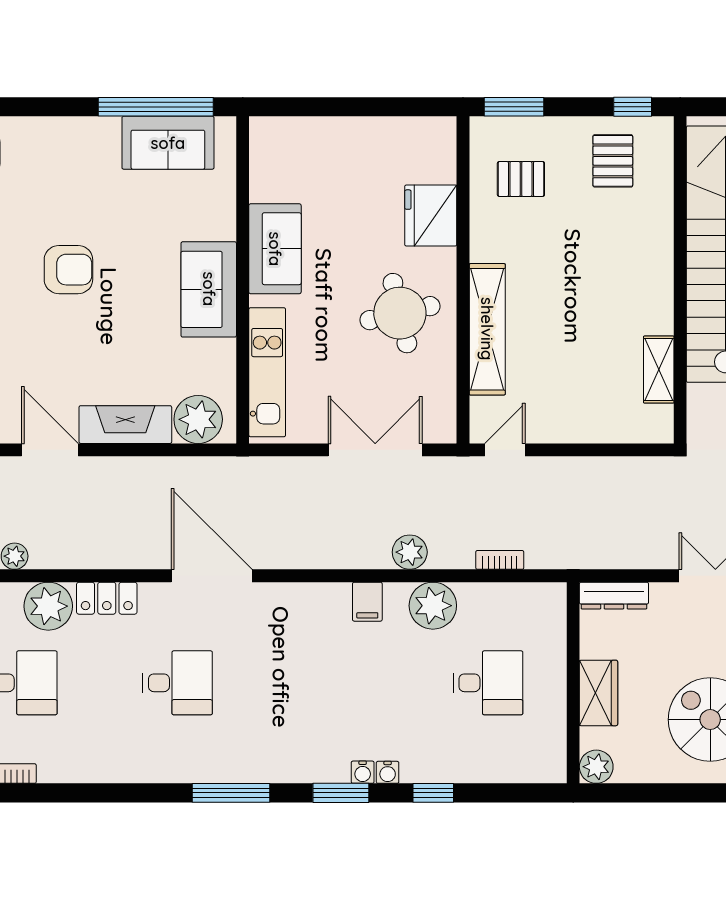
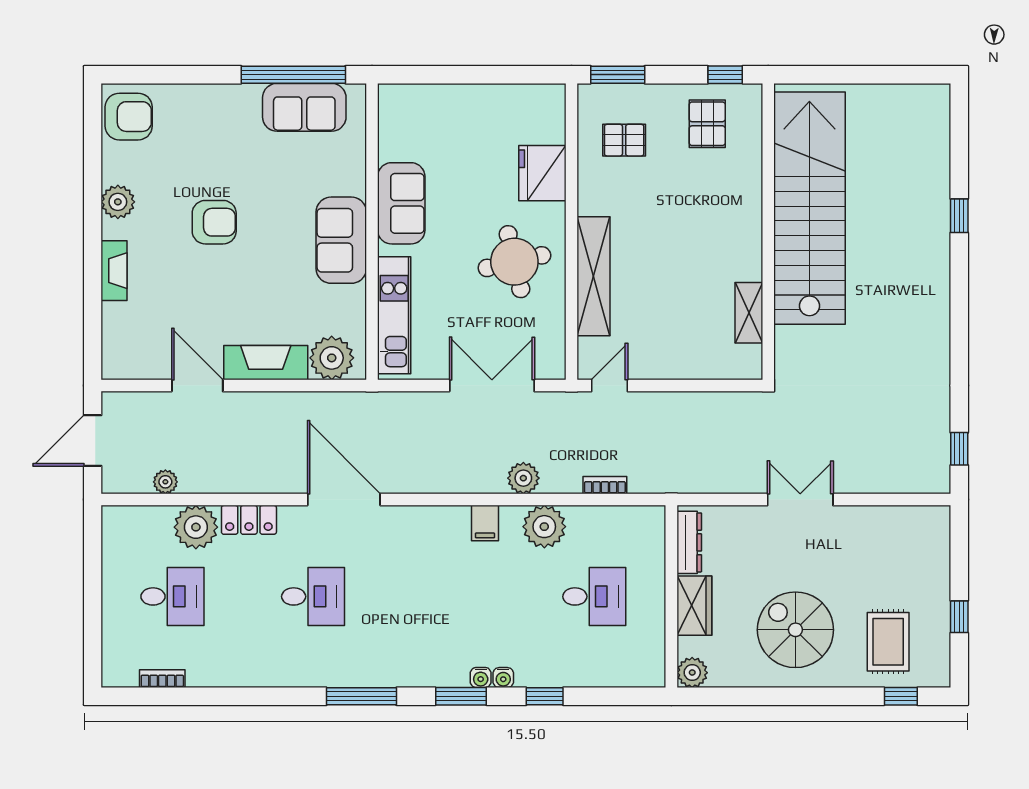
dresser: (614, 596) -> (689, 542), moved, turned -90

